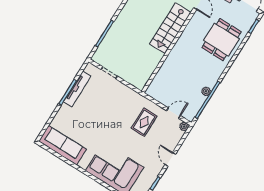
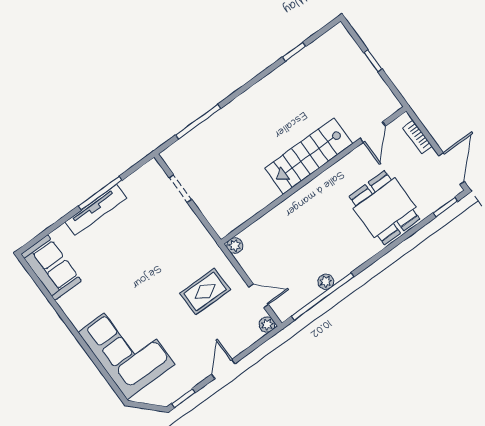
dining table: (222, 40) -> (384, 208), turned 90
tv unit: (77, 89) -> (96, 210), moved
plant: (150, 91) -> (235, 246), added
sofa: (62, 145) -> (51, 268), width x0.73

